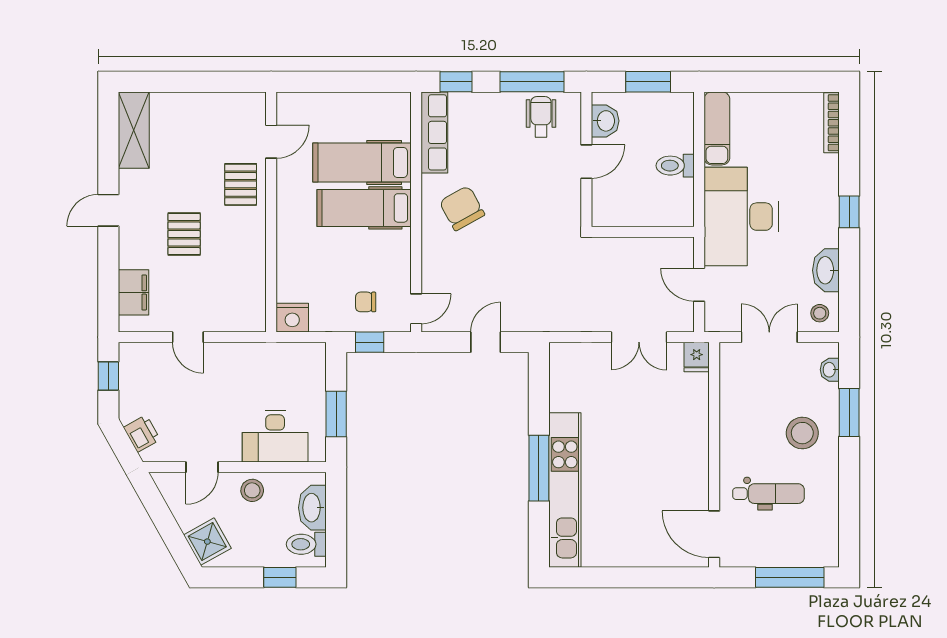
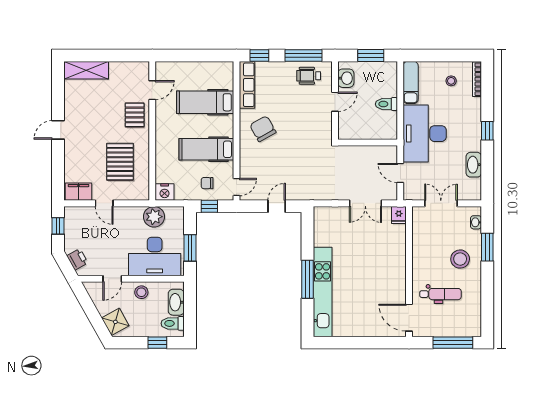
wheelchair: (541, 117) -> (309, 76), turned -90
shelving: (134, 130) -> (86, 70), moved, turned 90
hospital bed: (364, 208) -> (206, 149), moved
pallet: (184, 234) -> (120, 162), moved, width x1.50, depth x1.42
filing cabinet: (134, 292) -> (78, 192), moved, turned -90
stool: (820, 313) -> (451, 81), moved
plant: (274, 360) -> (154, 217), added
desk: (275, 436) -> (155, 256), width x1.36, depth x1.30

